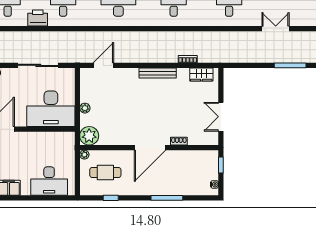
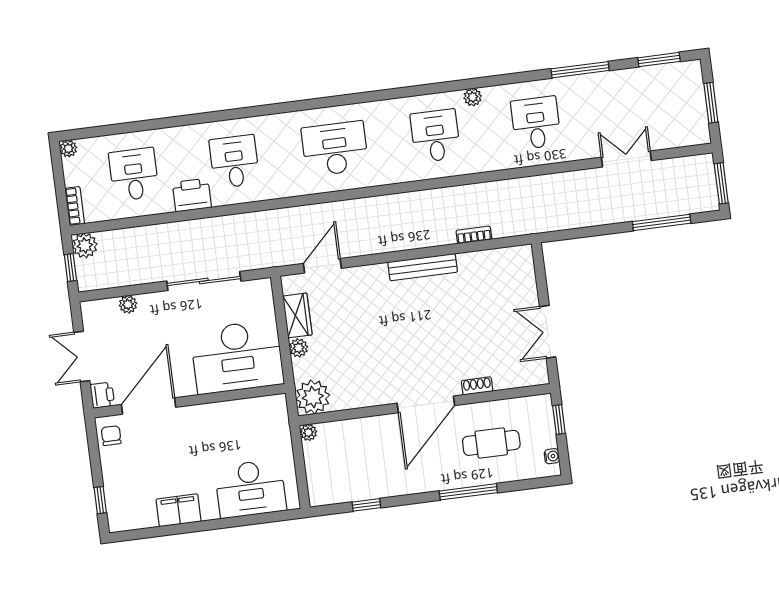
wardrobe: (201, 75) -> (297, 315), moved, turned -90
cafe table: (105, 173) -> (491, 443), moved

